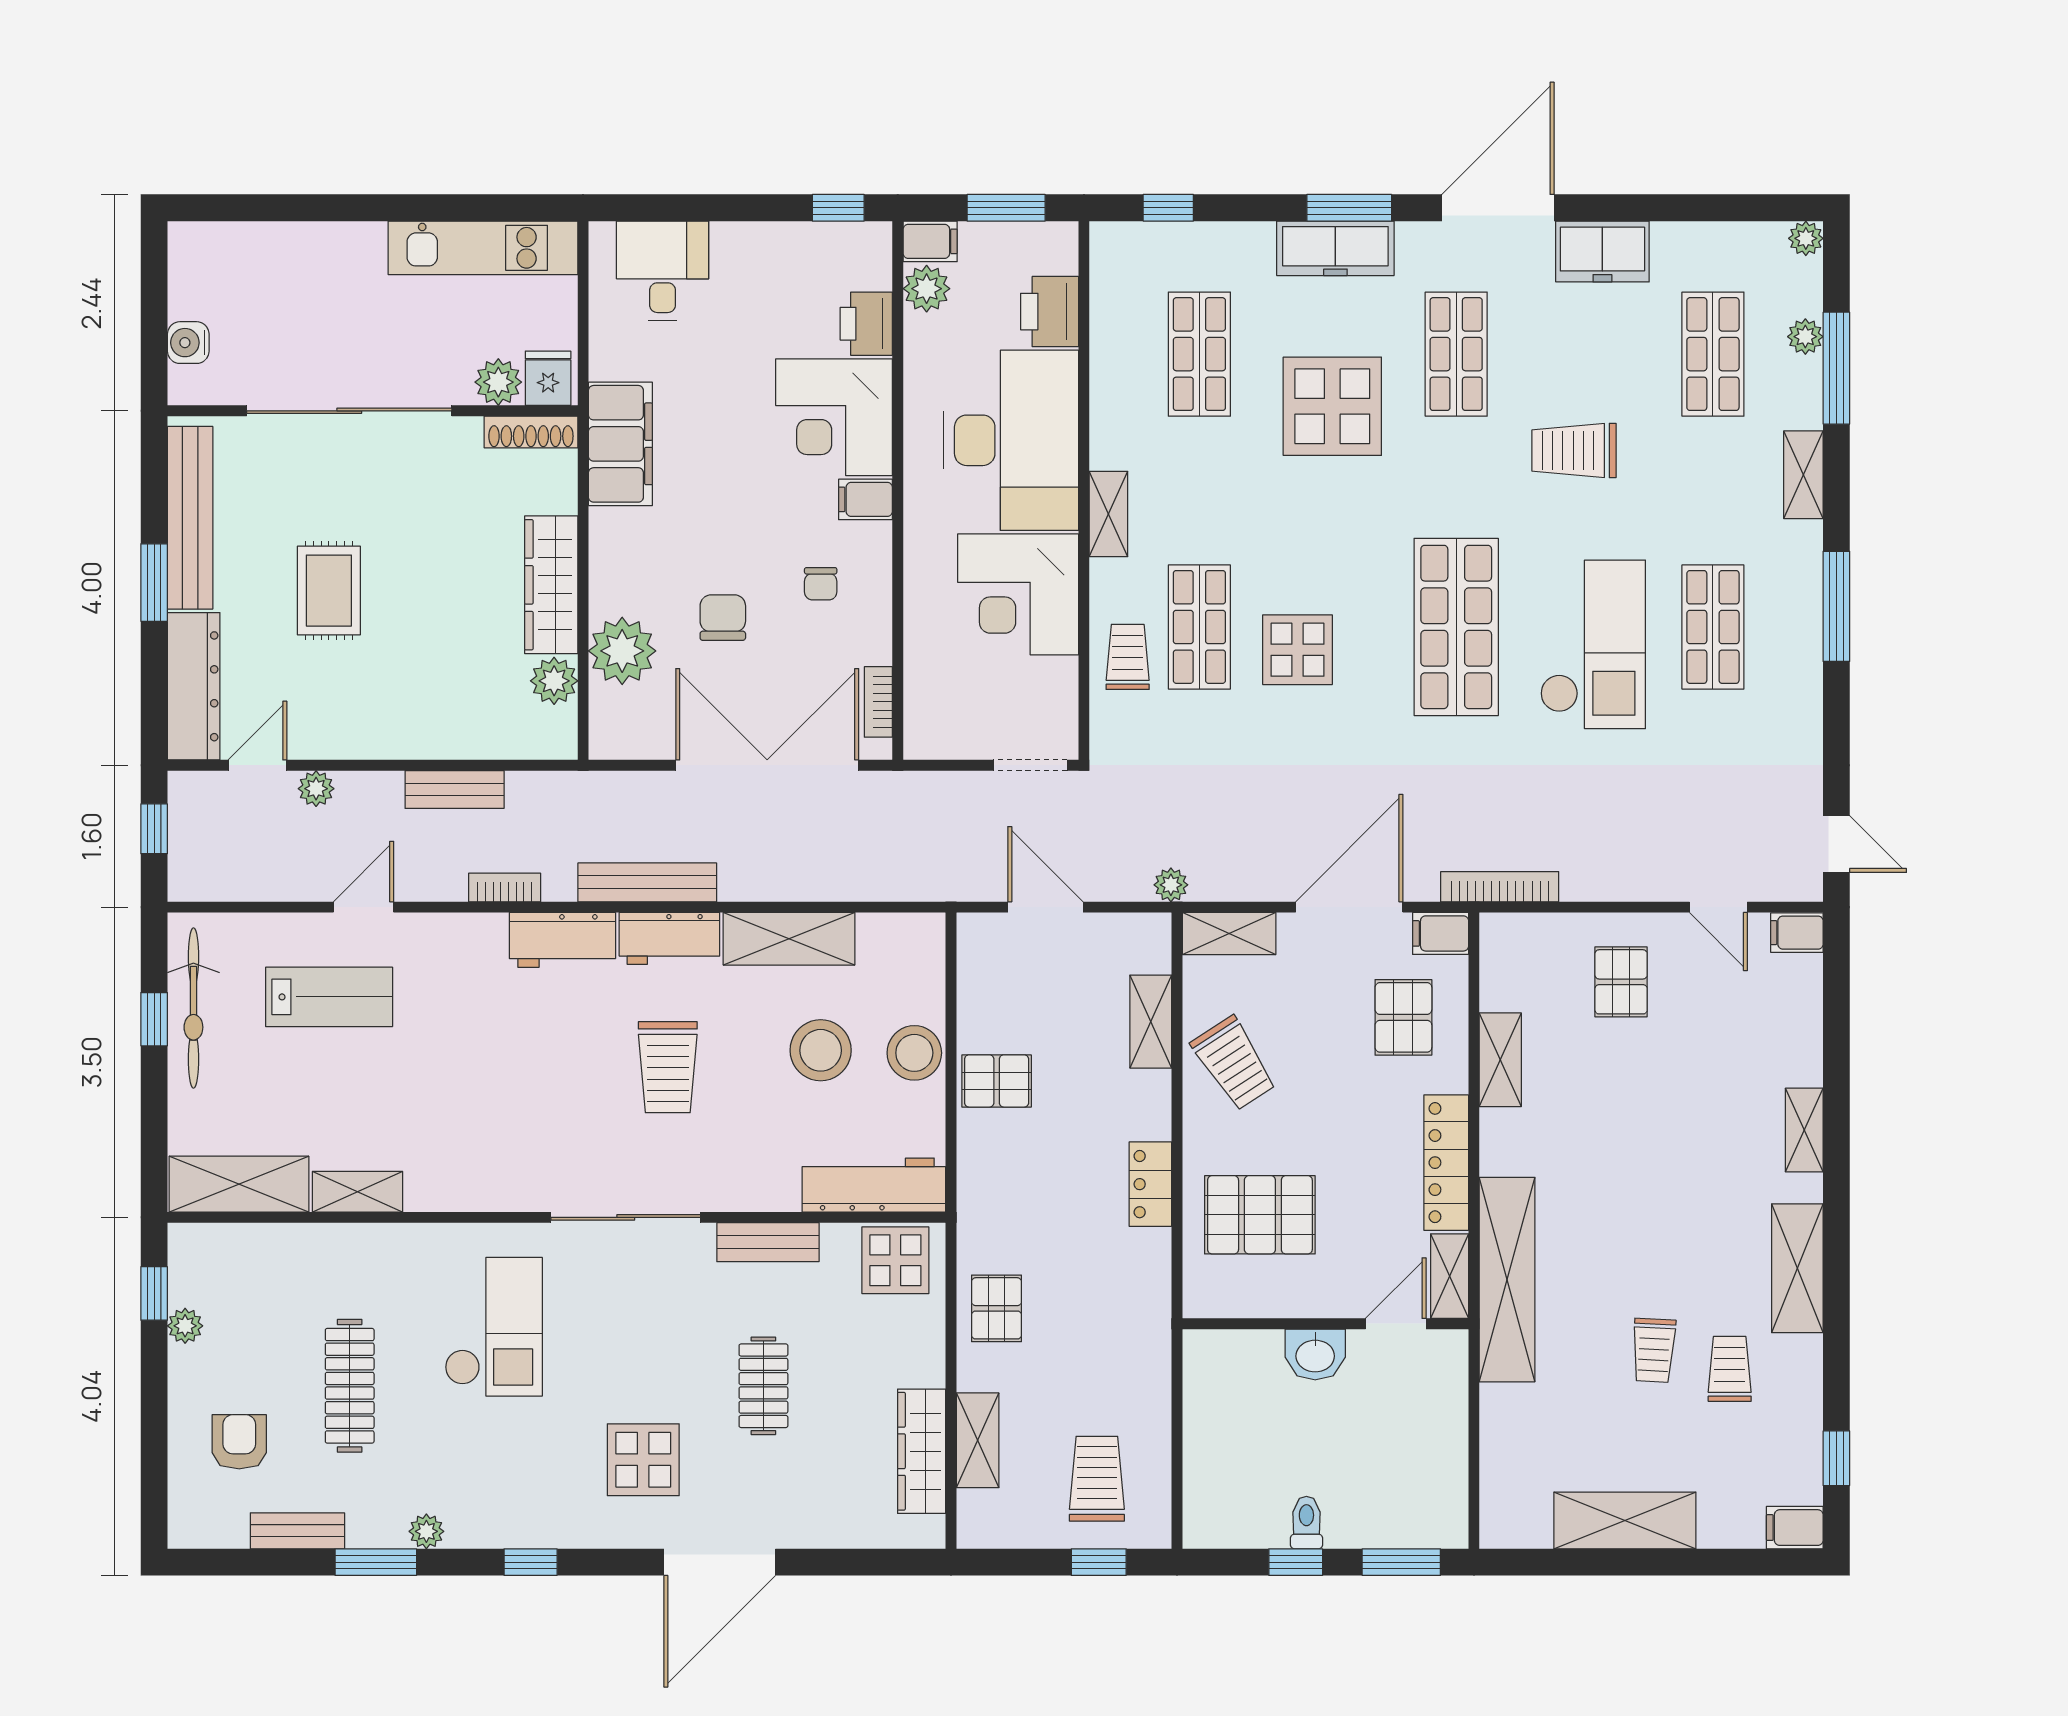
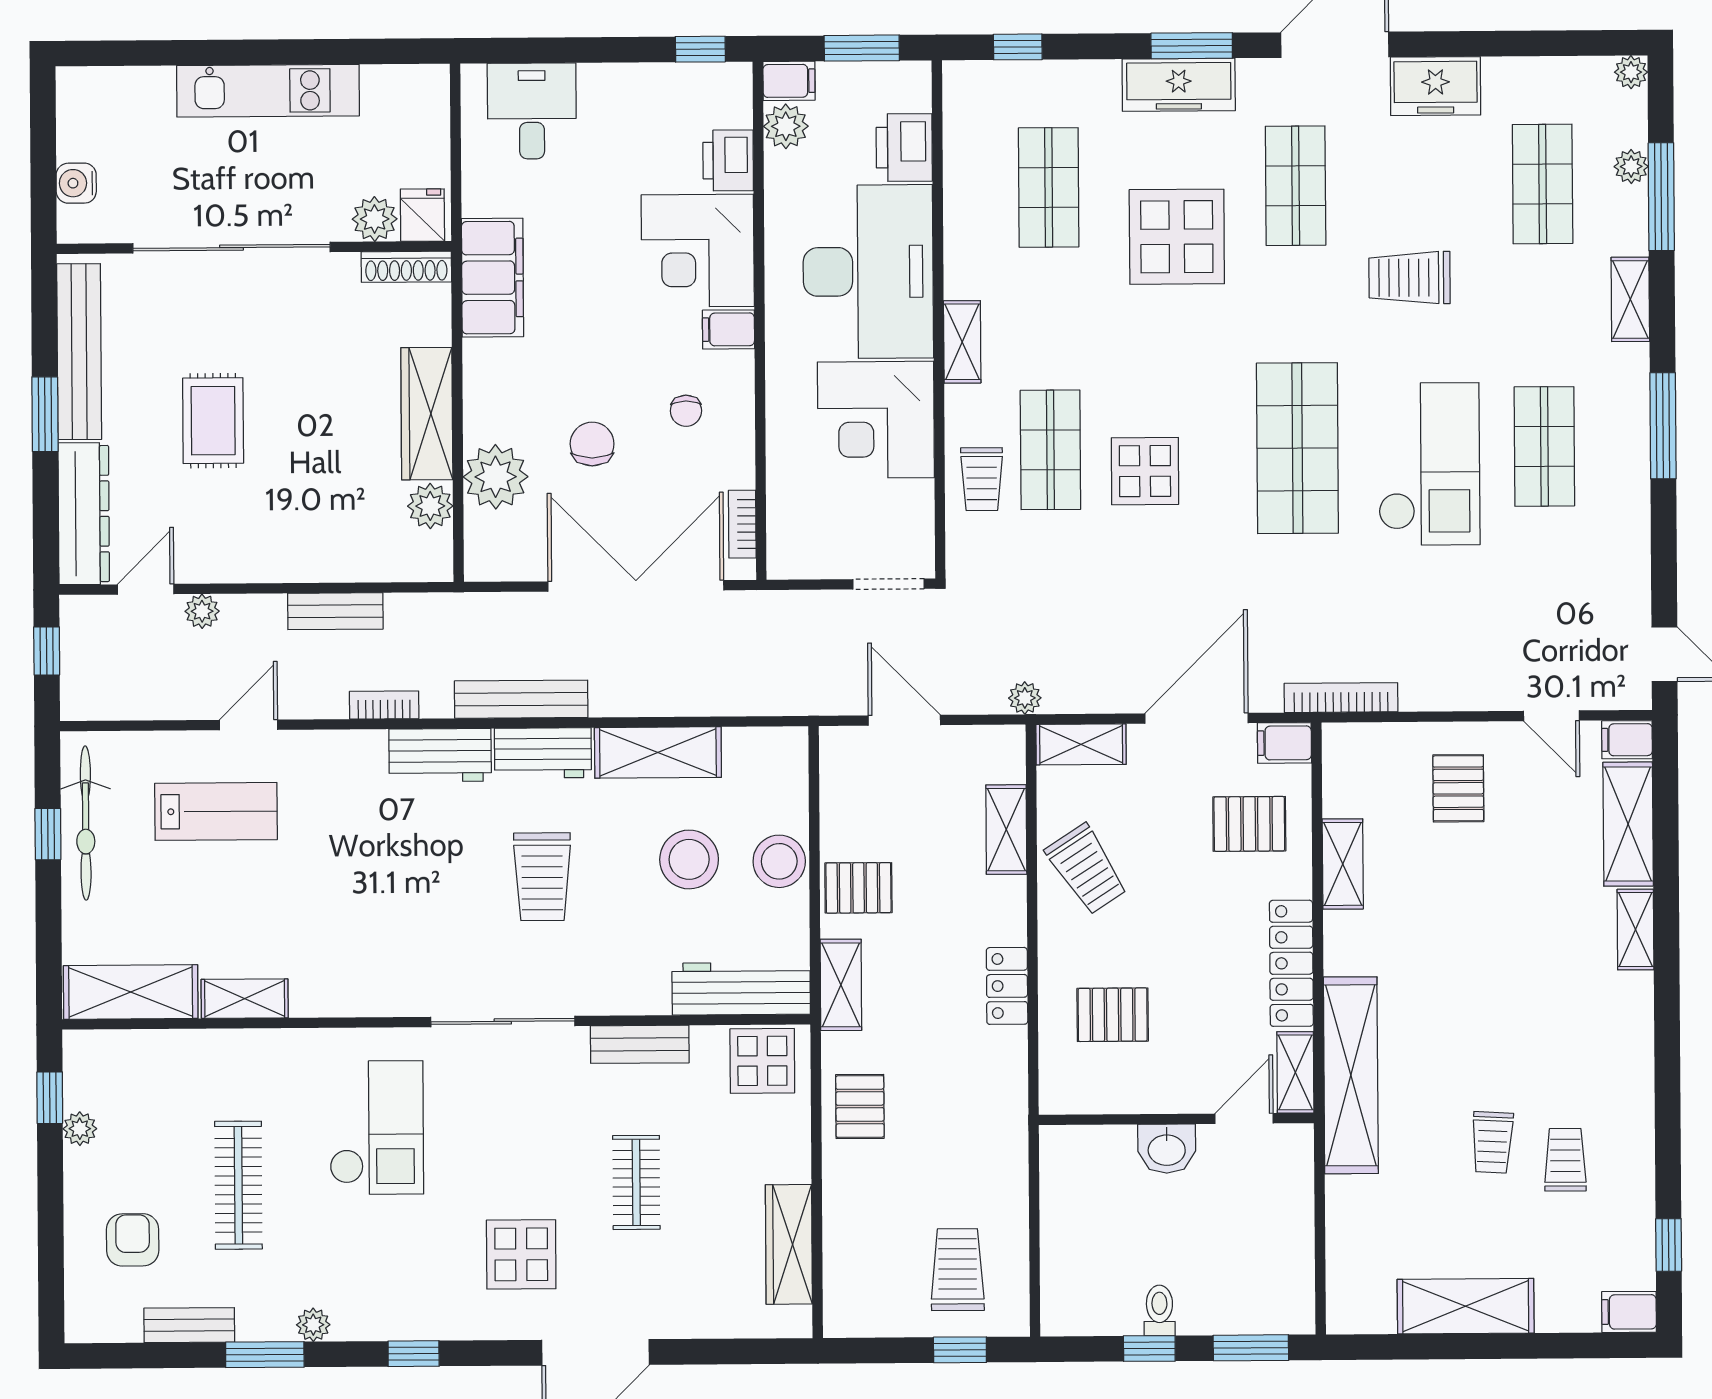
kitchen unit: (483, 248) -> (268, 91), moved
trolley: (1128, 657) -> (982, 479), turned 180
pallet: (1403, 1017) -> (1249, 824), turned 90
pallet: (1260, 1215) -> (1113, 1015), width x0.67, depth x0.71
shelving: (1797, 1268) -> (1628, 824), moved
shelving: (978, 1440) -> (841, 985), moved

